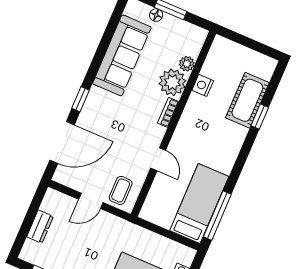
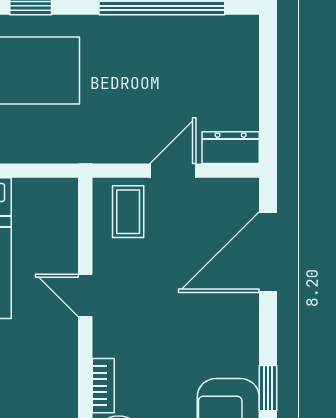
window: (81, 99) -> (268, 388), moved
dresser: (40, 227) -> (231, 148), moved, turned 90

